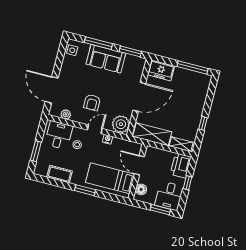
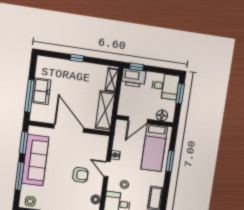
sofa: (106, 59) -> (35, 160), width x1.36
window: (193, 68) -> (29, 96), moved
freezer: (161, 70) -> (41, 91), moved
window: (203, 123) -> (77, 58), moved
plant: (121, 124) -> (99, 144), removed
window: (188, 183) -> (137, 67), moved
window: (85, 190) -> (170, 161), moved

